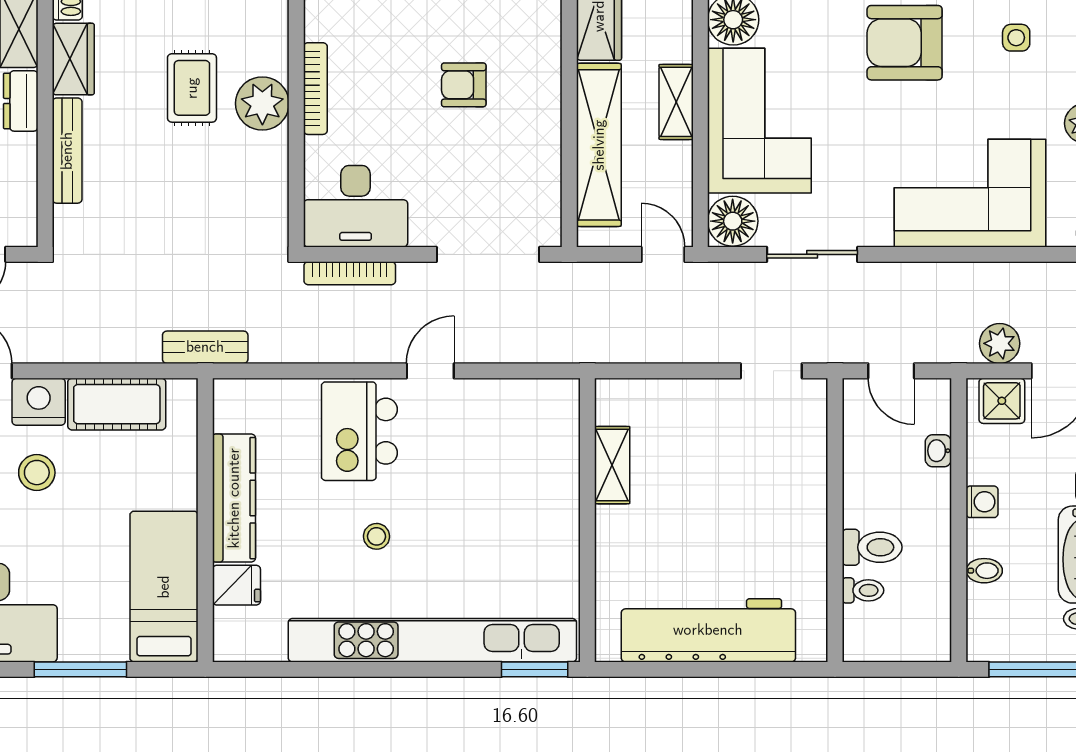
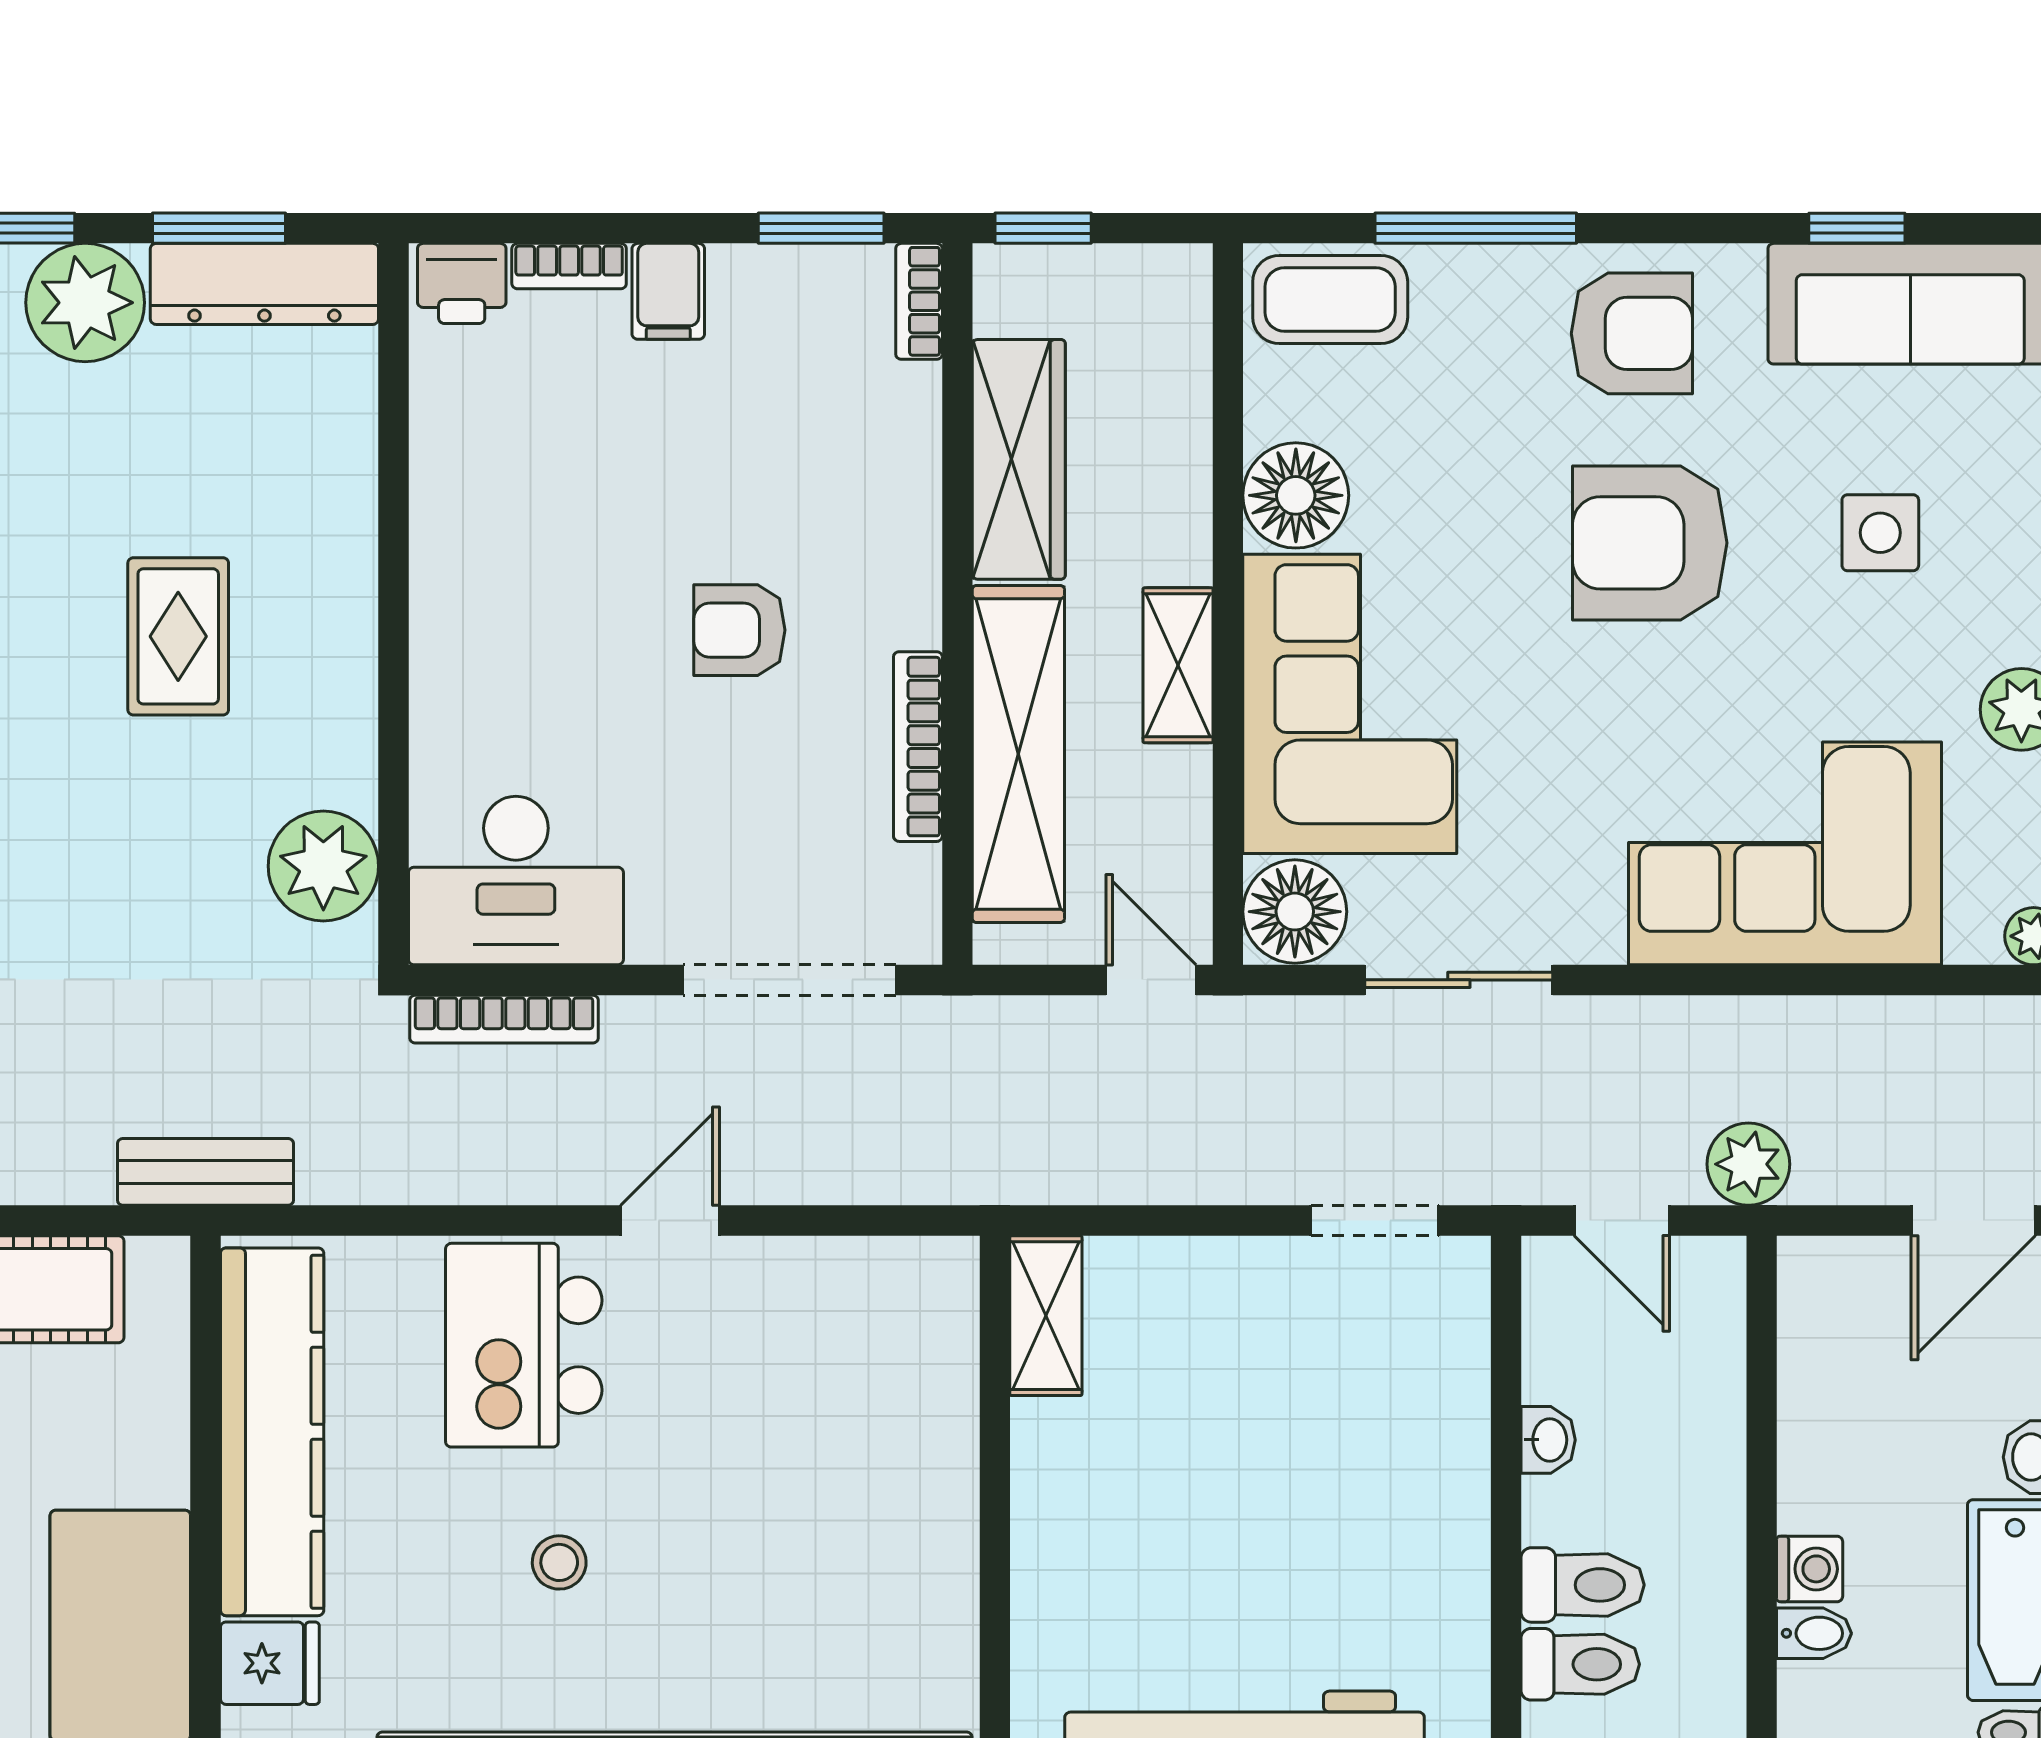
side table: (1016, 38) -> (1880, 533), width x1.37, depth x1.37
bookcase: (315, 89) -> (918, 747), moved, turned 180
plant: (262, 103) -> (323, 866), moved
plant: (1000, 343) -> (1748, 1164), moved
shower: (1002, 401) -> (1851, 1283), removed
washbasin: (938, 451) -> (1548, 1440), moved, turned 180
shelving: (612, 465) -> (1046, 1316), moved
kitchen counter: (234, 498) -> (272, 1432), width x1.39, depth x1.17
washing machine: (982, 502) -> (1810, 1569), moved
toilet: (863, 590) -> (1580, 1664), width x1.37, depth x1.39

